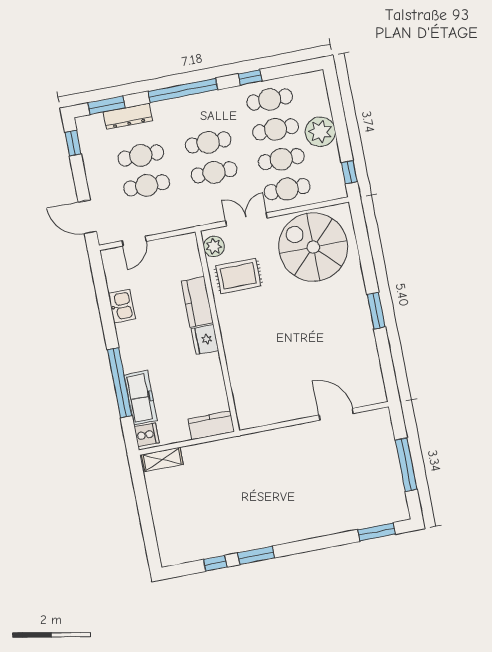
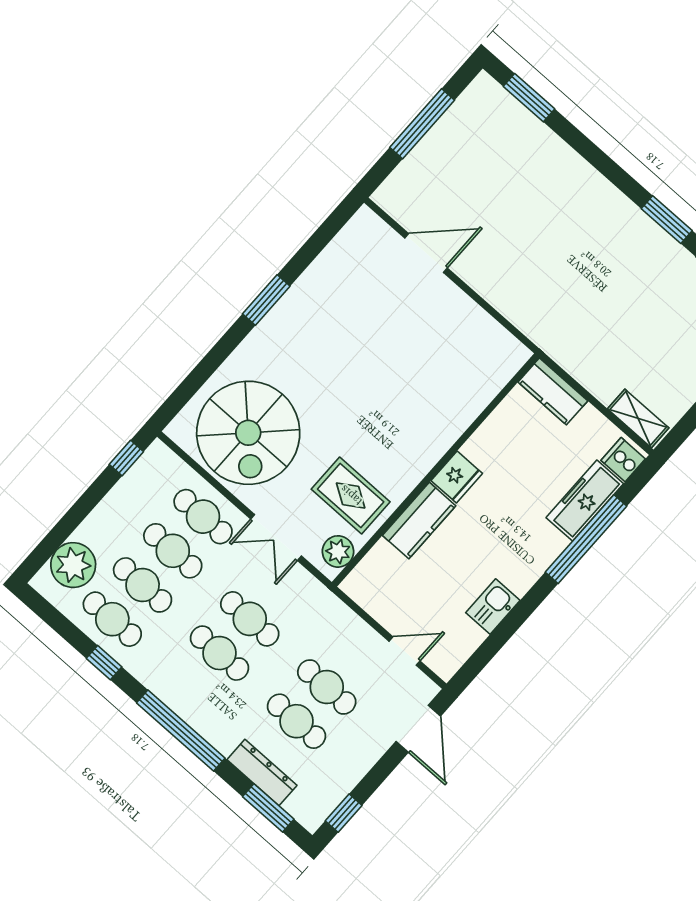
plant: (320, 132) -> (73, 565), moved
door: (336, 414) -> (426, 253), swing flipped

